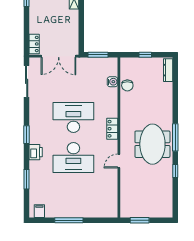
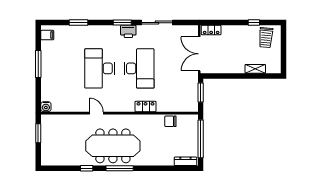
window: (145, 55) -> (201, 139), width x3.17
sliding door: (27, 81) -> (157, 23), moved
water cooler: (112, 82) -> (46, 107), moved
locker: (112, 129) -> (146, 106), moved
meeting table: (152, 144) -> (113, 146), width x1.36
printer: (36, 152) -> (128, 31), moved

